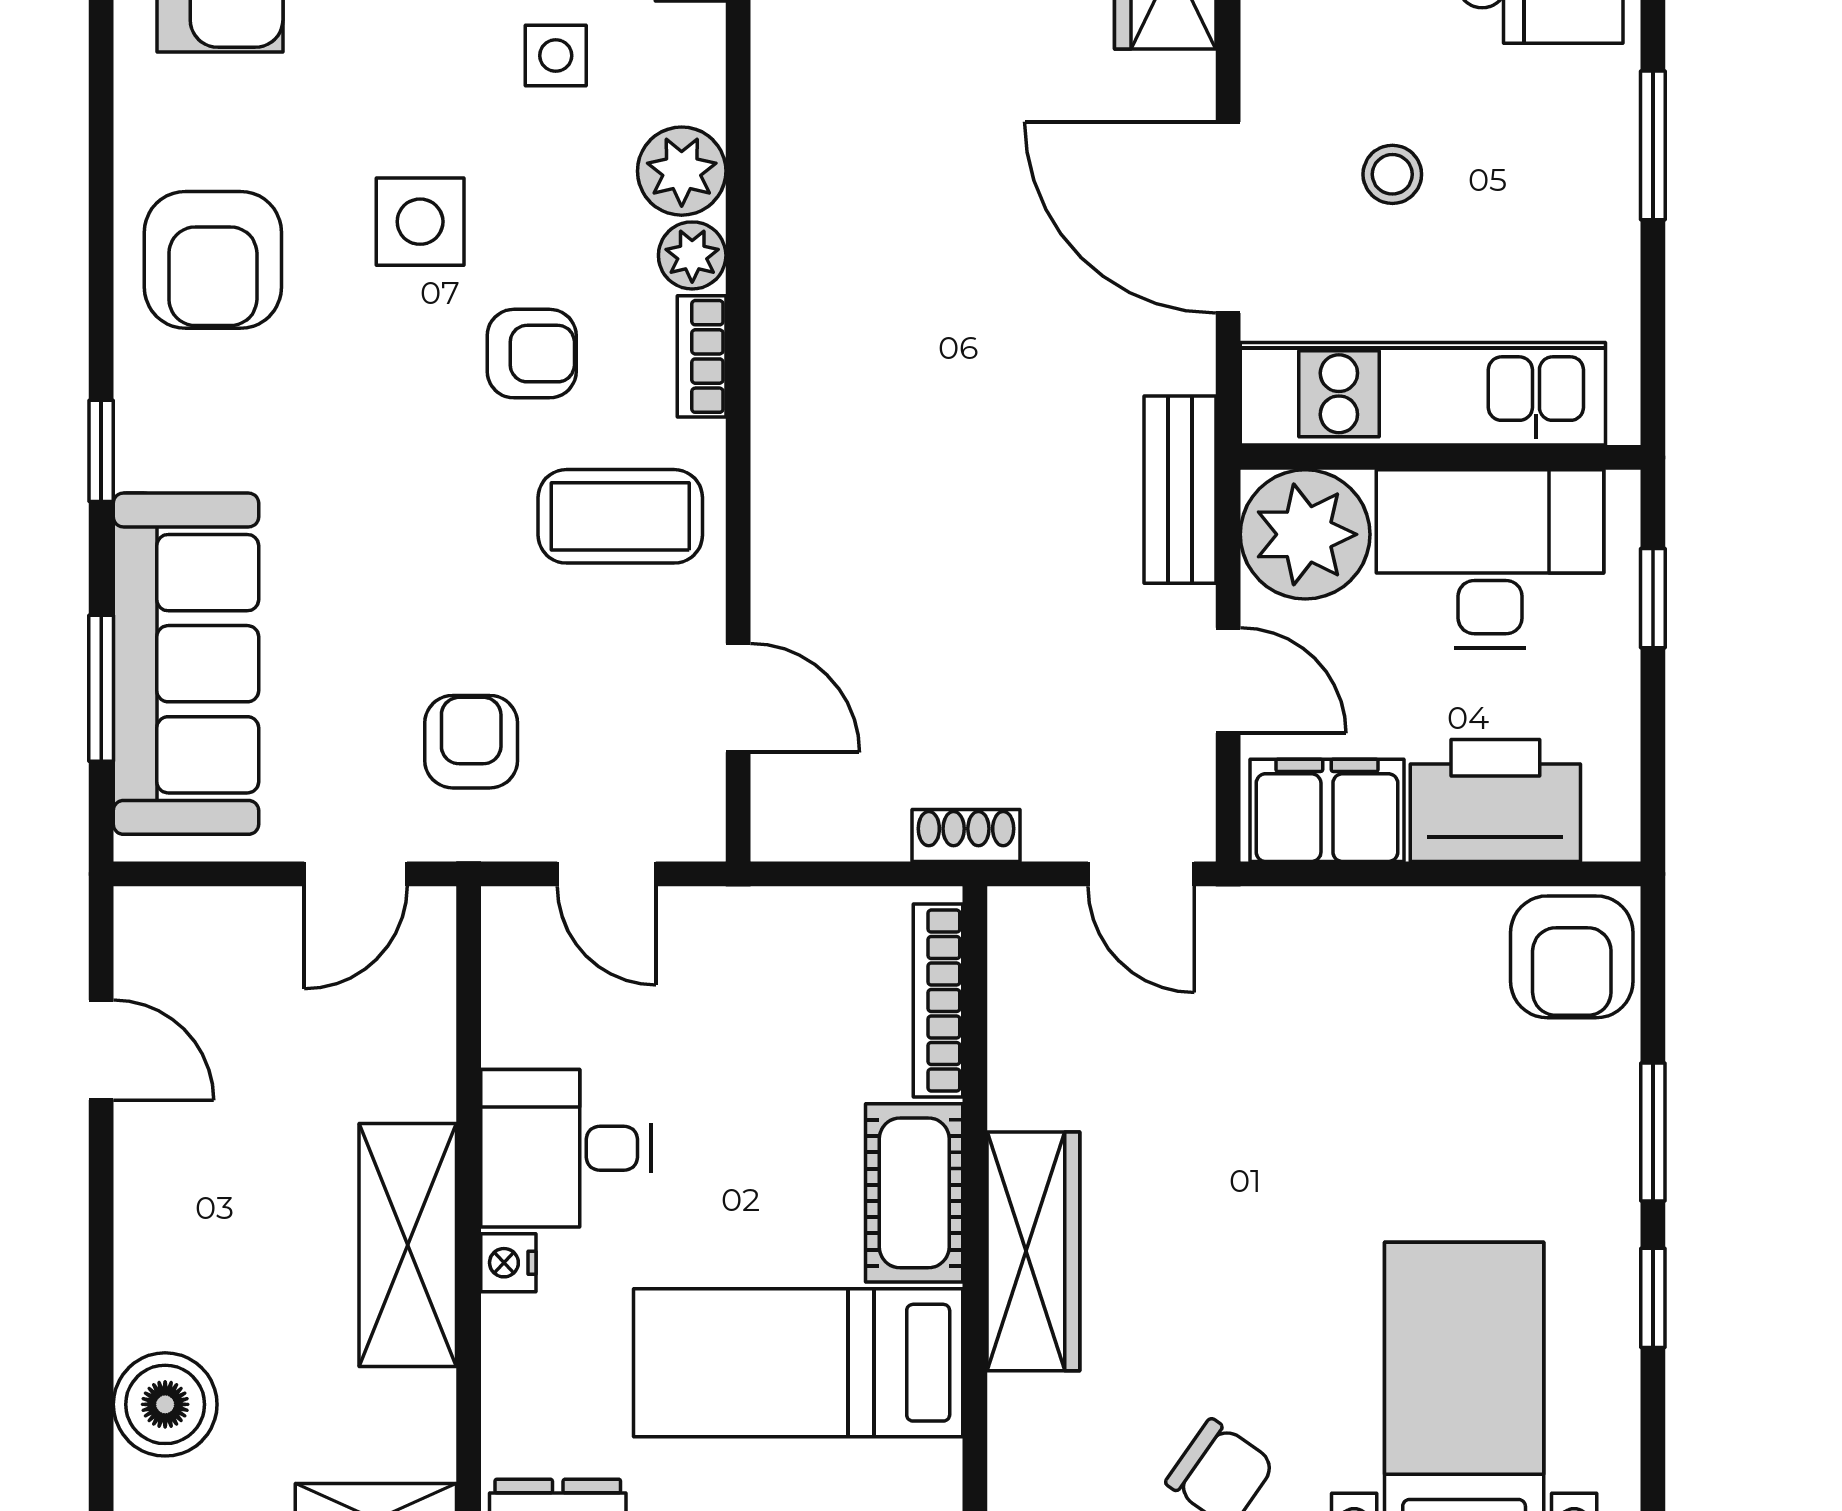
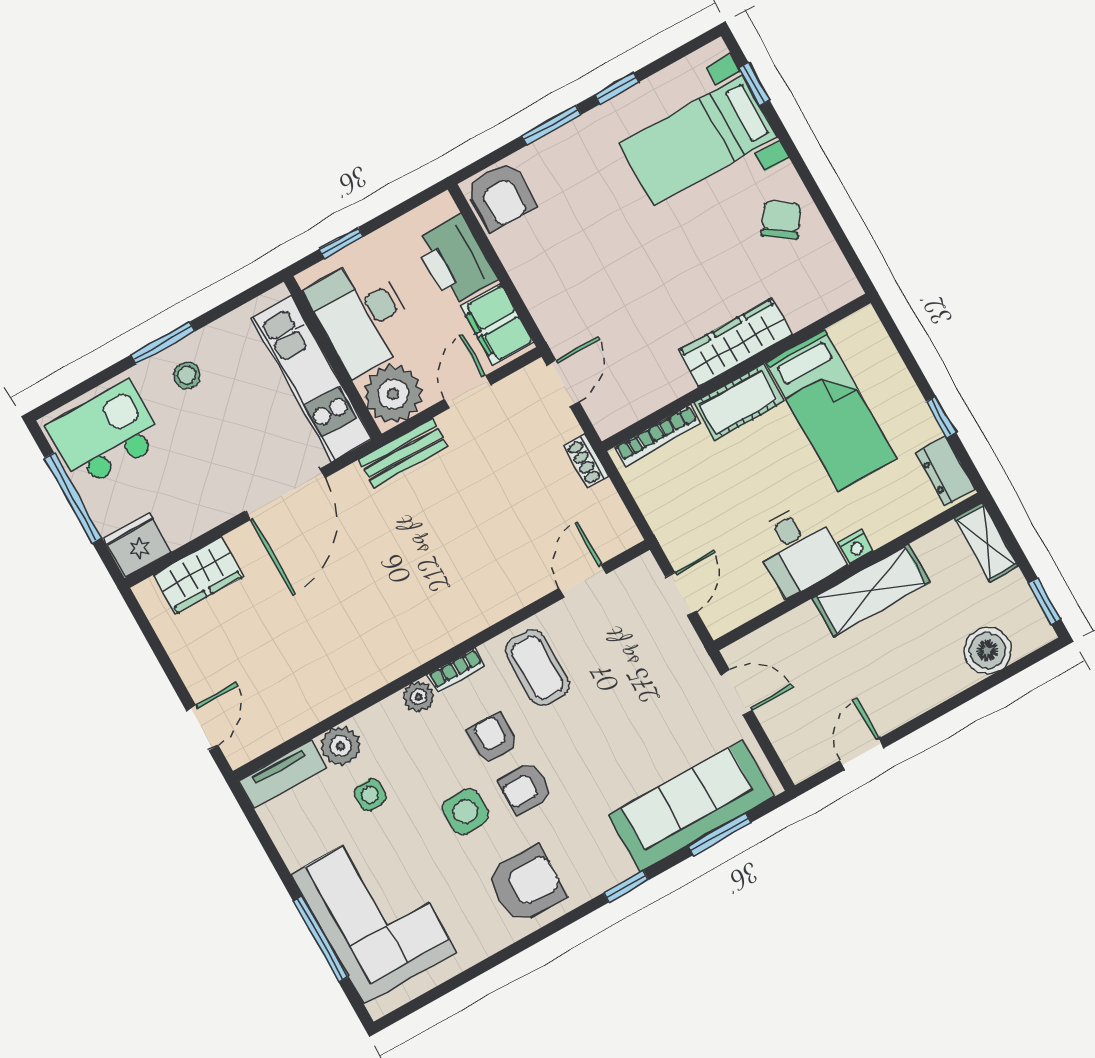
plant: (682, 171) -> (341, 746), moved
stool: (1392, 174) -> (187, 375), moved
armchair: (471, 742) -> (525, 788), moved
armchair: (1572, 957) -> (500, 196), turned 90

